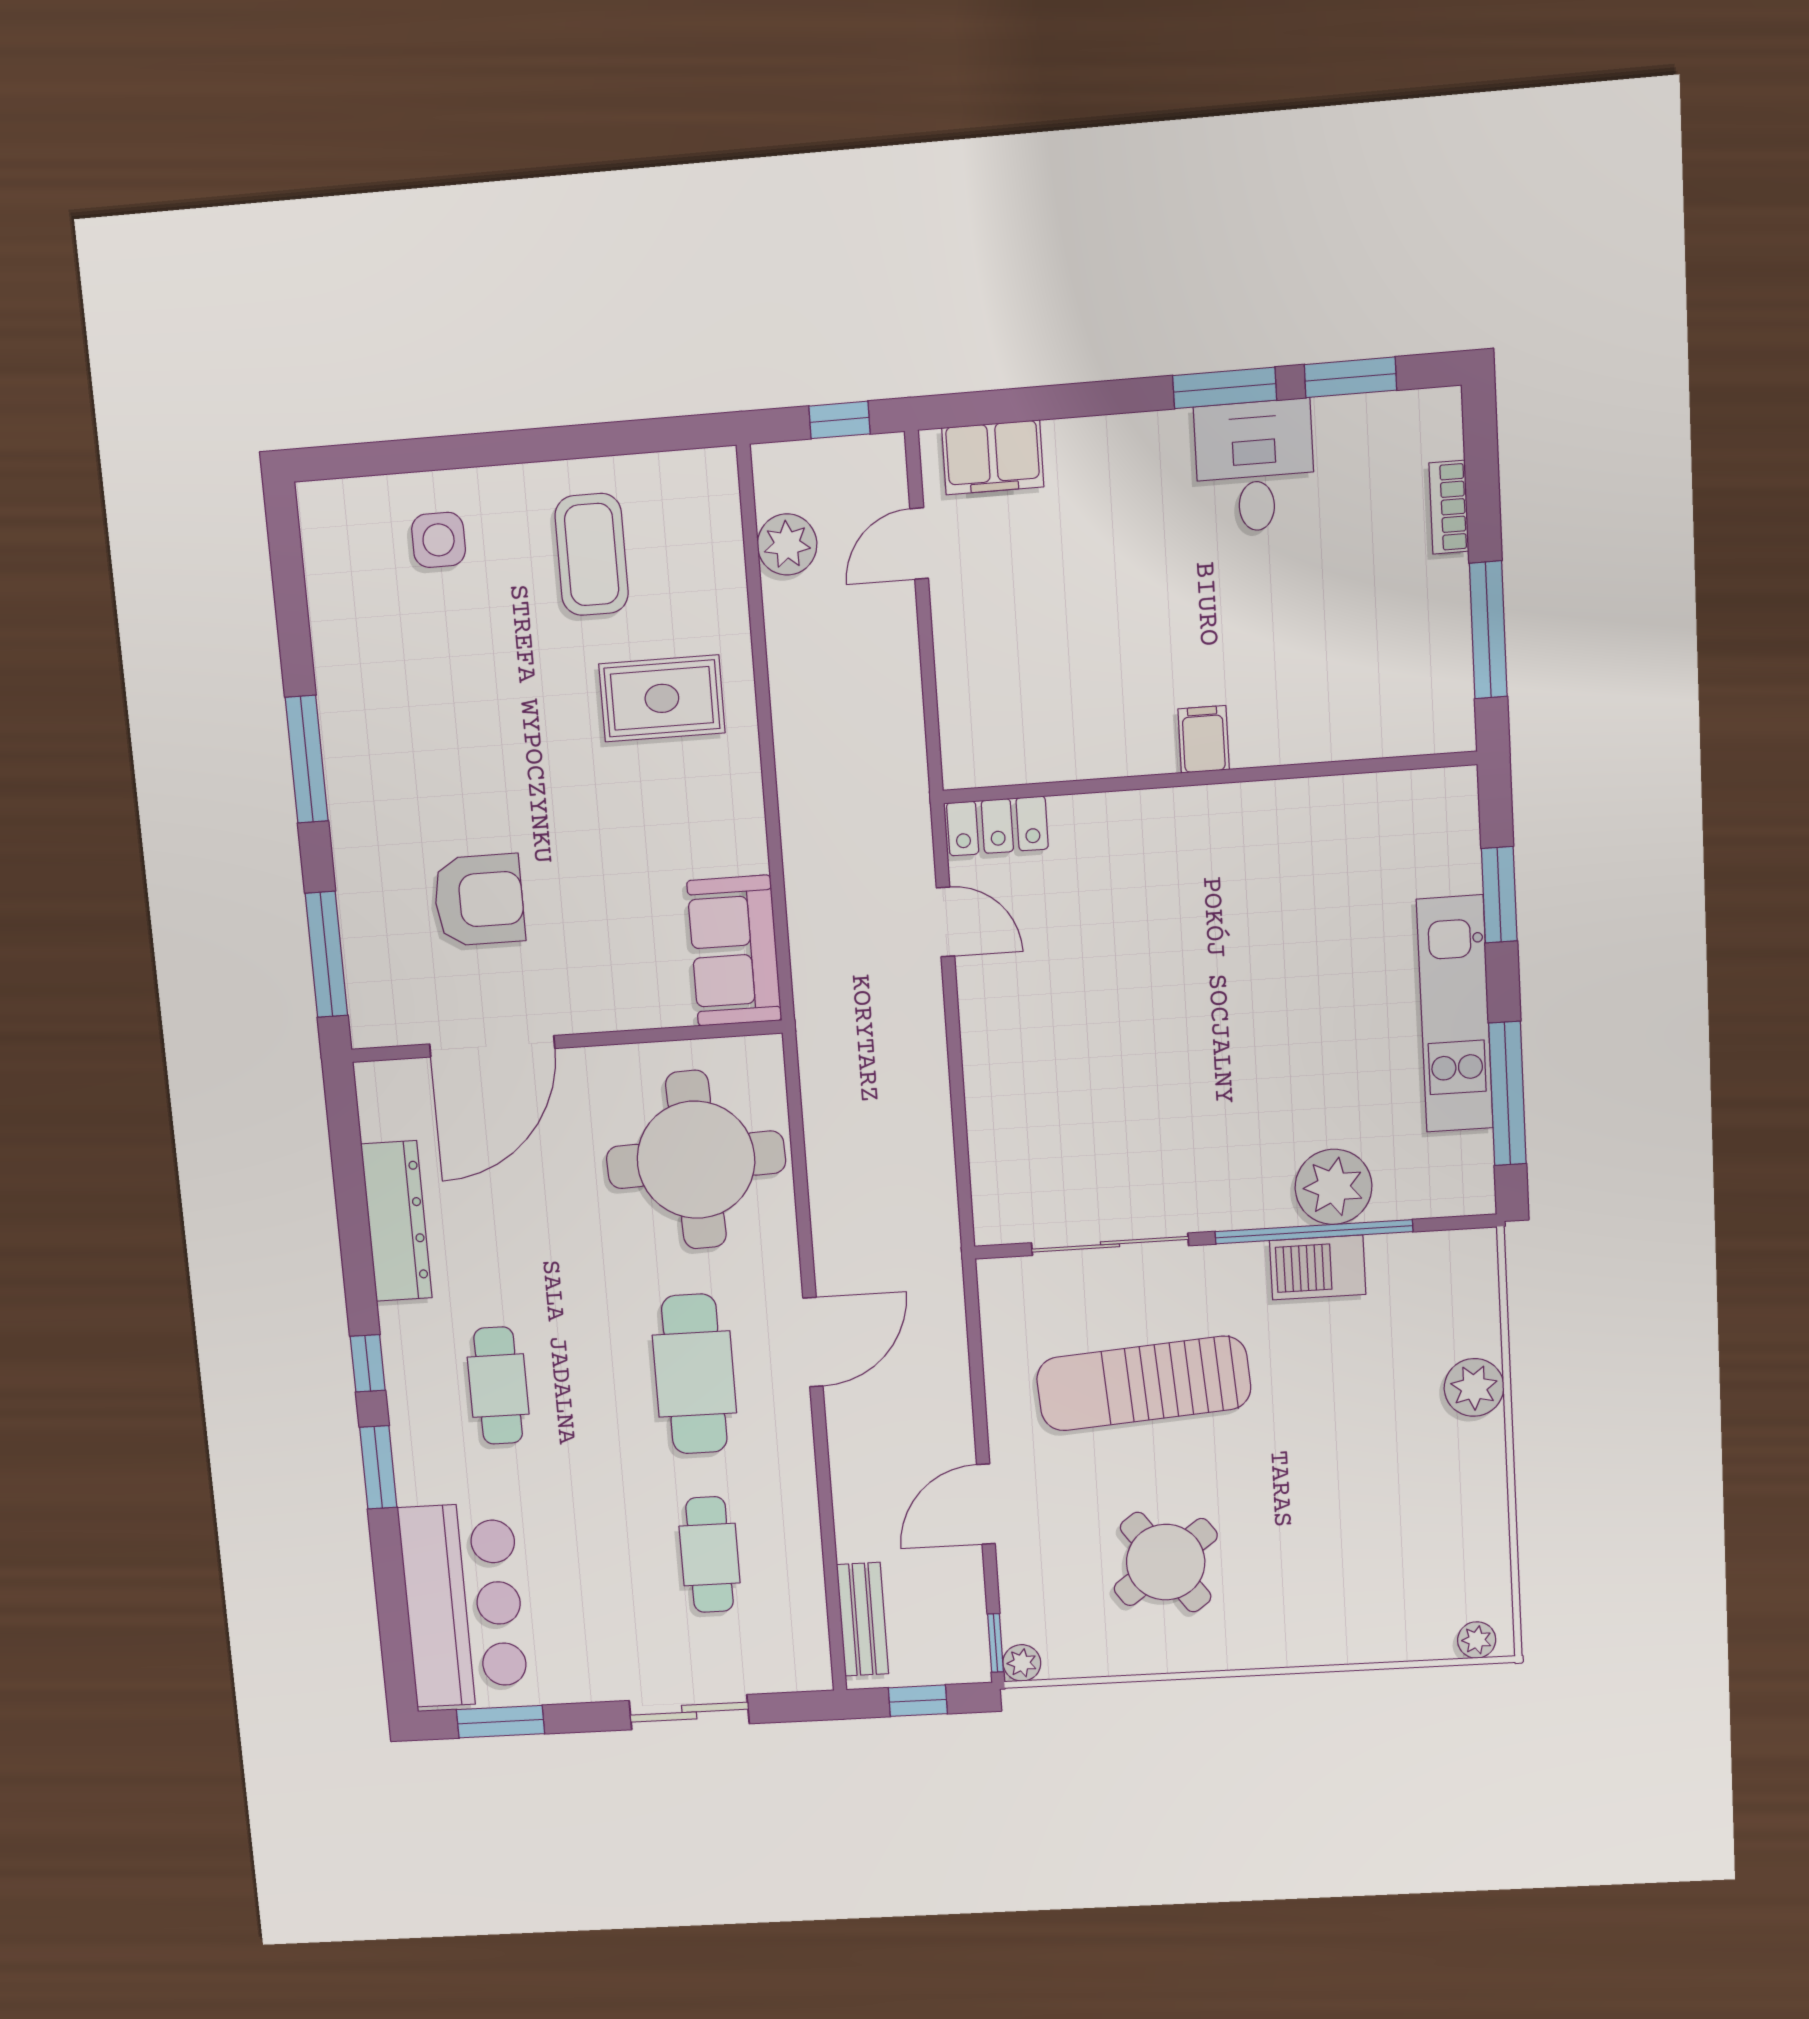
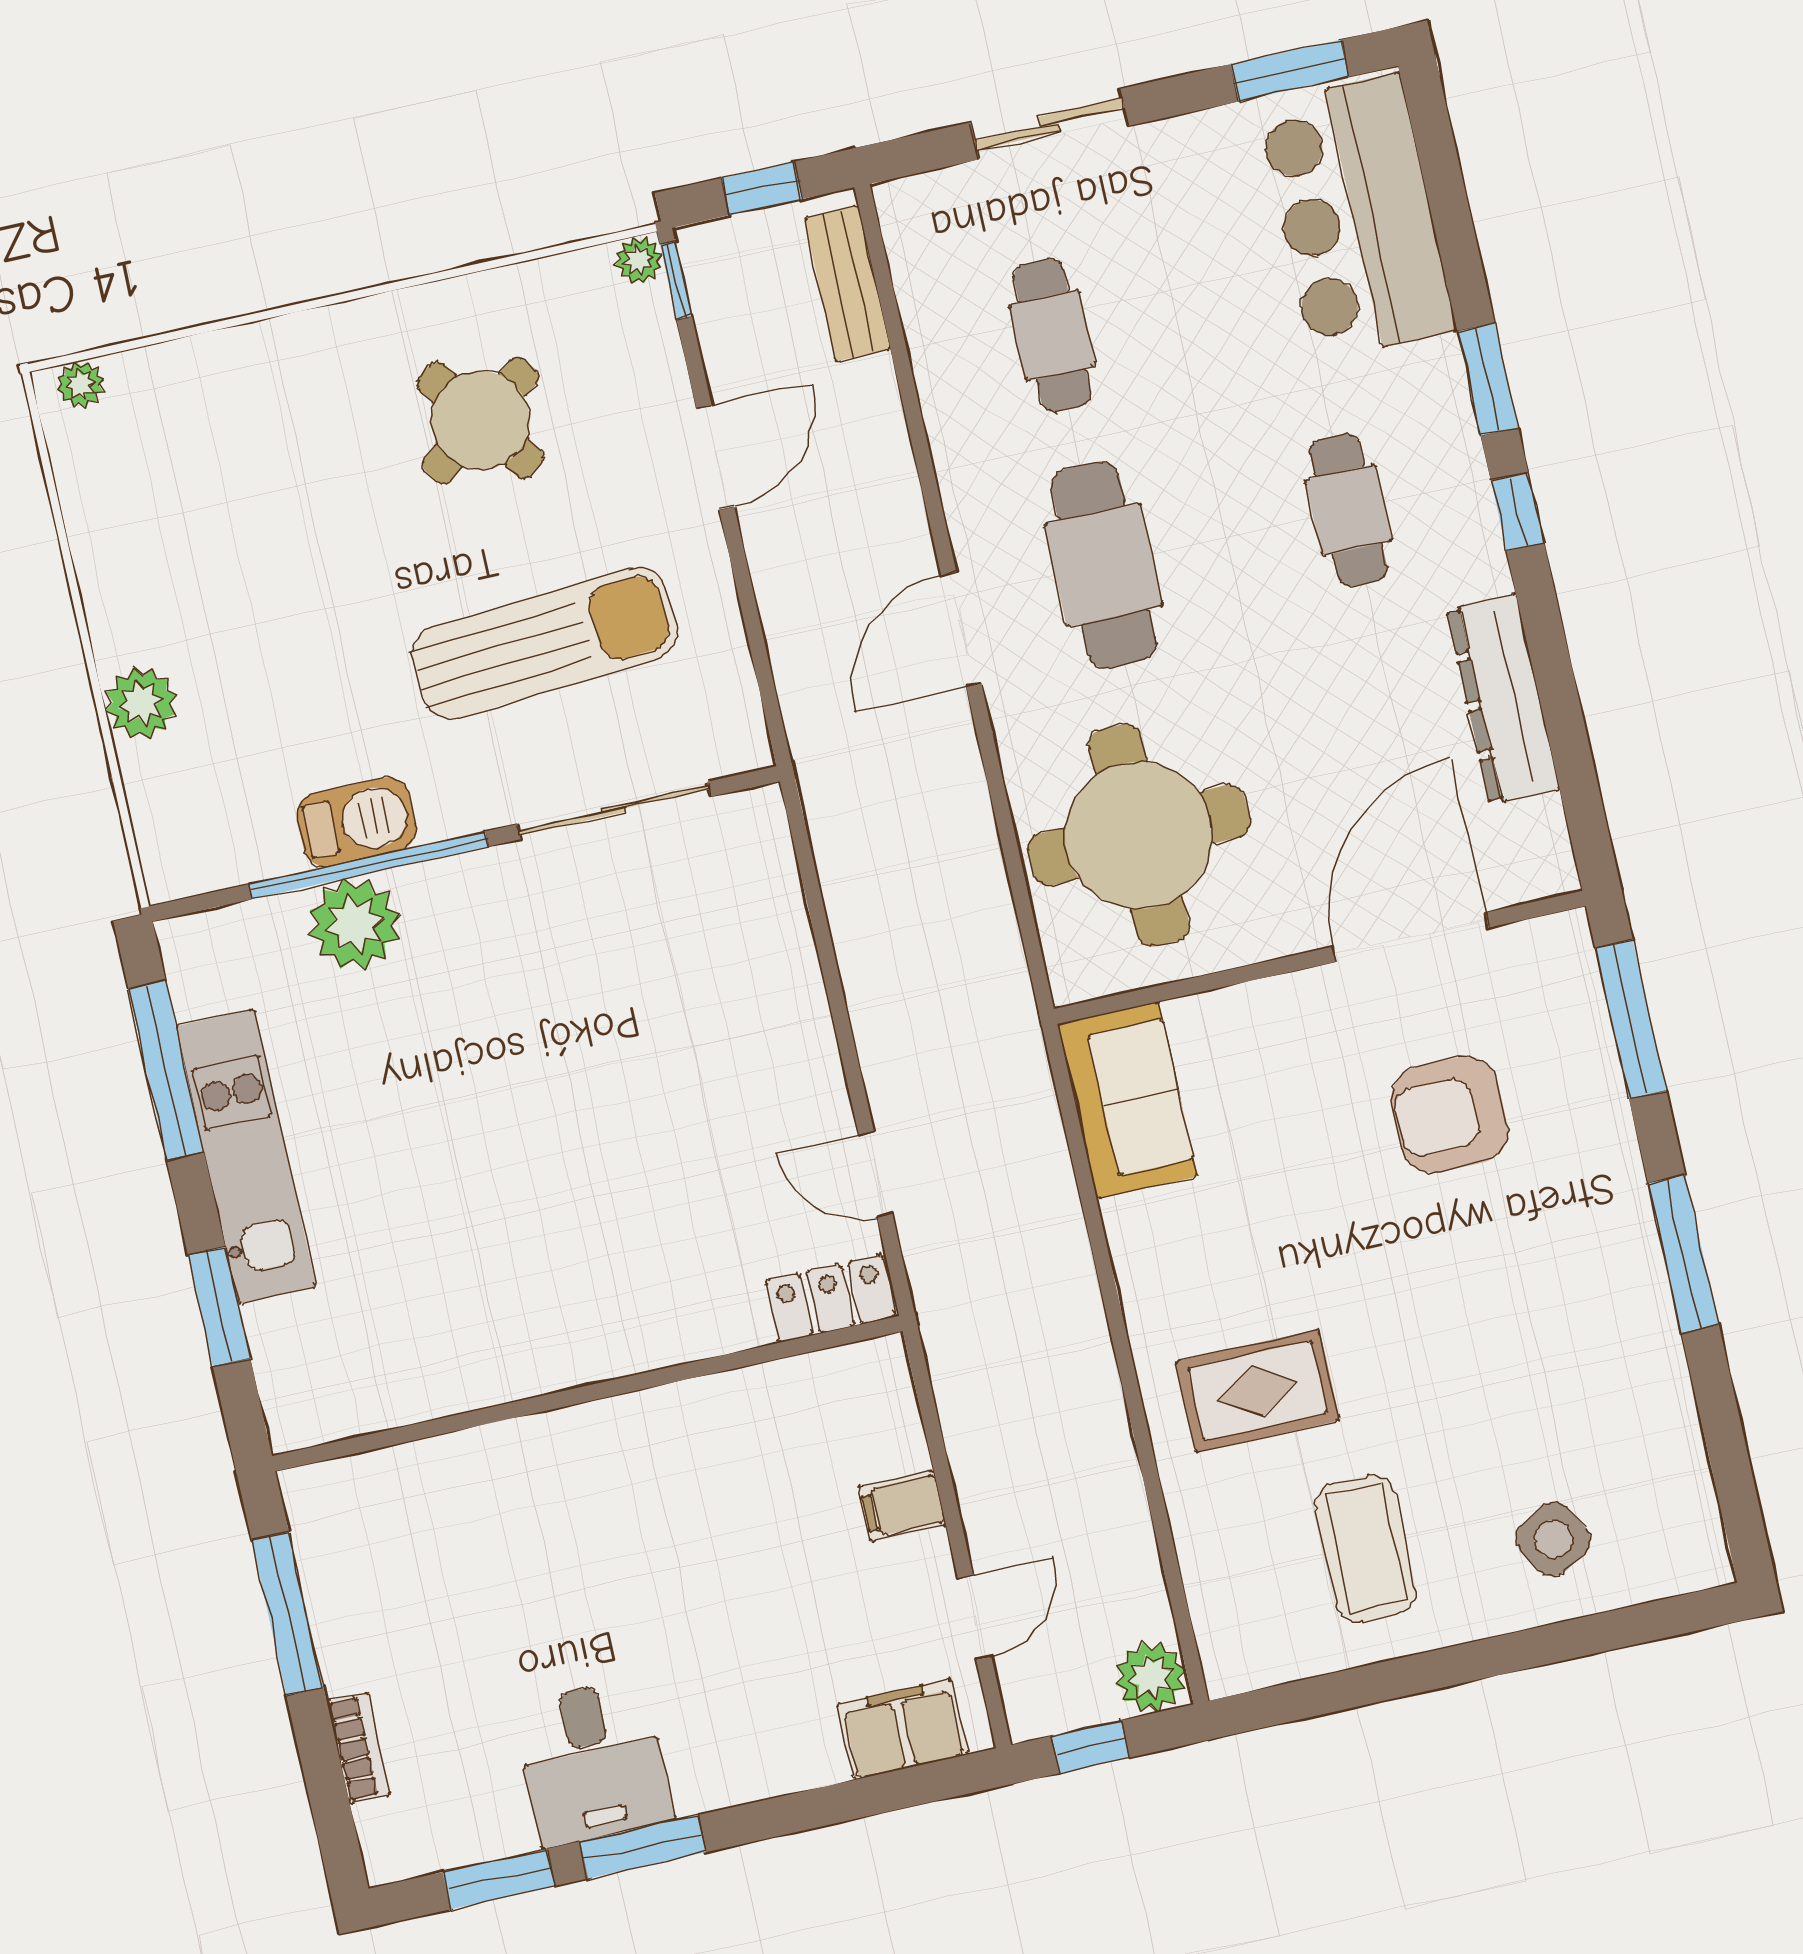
side table: (439, 540) -> (1553, 1539), turned -30
plant: (787, 545) -> (1151, 1677), moved
filing cabinet: (1204, 739) -> (903, 1506), moved, turned 90

